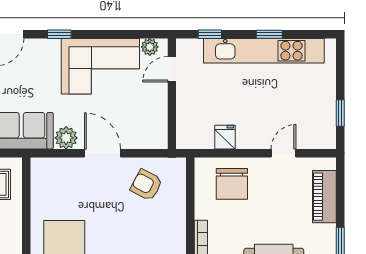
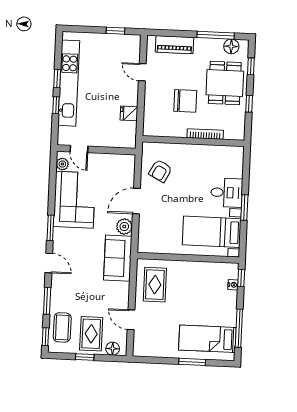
window: (59, 34) -> (50, 228), width x1.50
window: (210, 34) -> (56, 105), moved
chair: (232, 184) -> (185, 101), moved

